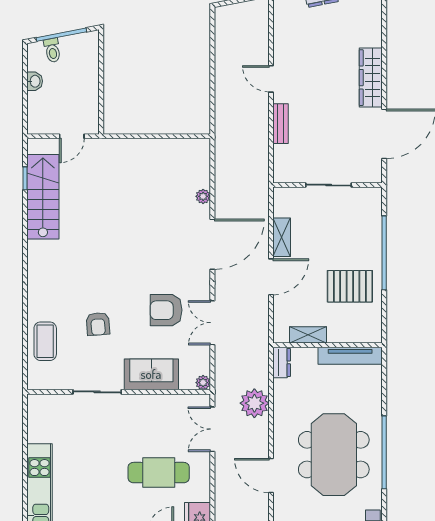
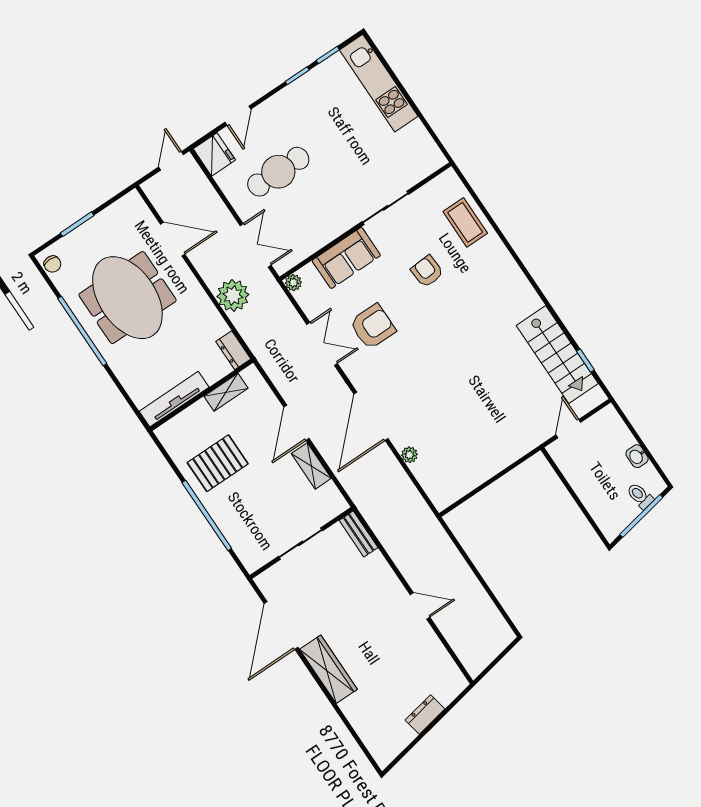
bench: (281, 124) -> (359, 534), moved

